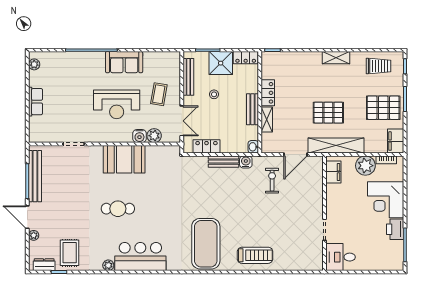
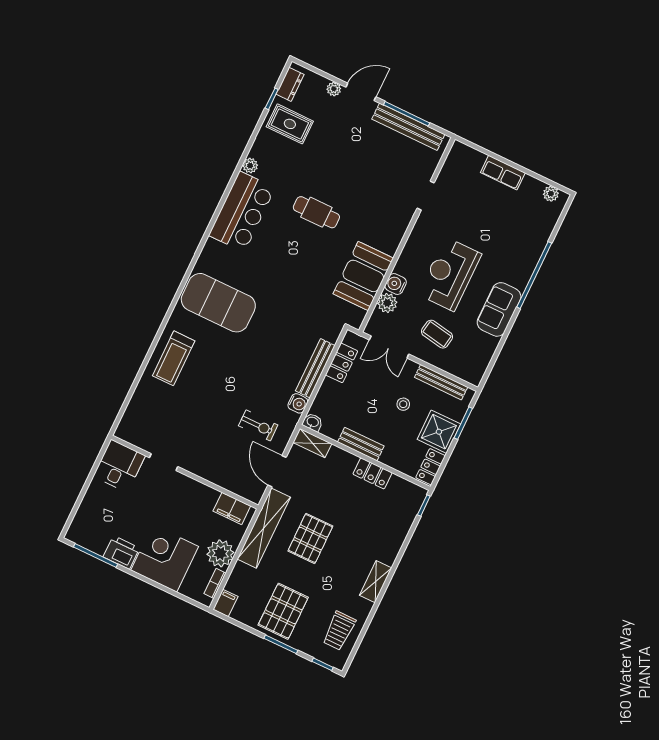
shelving: (267, 120) -> (312, 443), moved
filing cabinet: (396, 141) -> (225, 603), width x0.50
booth: (124, 159) -> (363, 276), moved
bench: (223, 162) -> (315, 368), width x1.36
cafe table: (118, 209) -> (316, 212), turned 90

